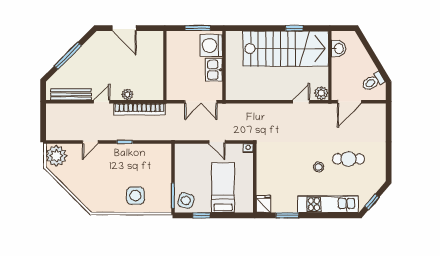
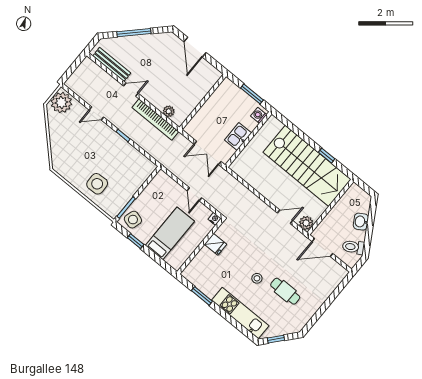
washing machine: (211, 45) -> (259, 115), width x0.53, depth x0.53
washbasin: (338, 48) -> (361, 222), moved, turned 149
plant: (127, 94) -> (169, 111), moved
fridge: (264, 204) -> (216, 244), moved, turned 90

